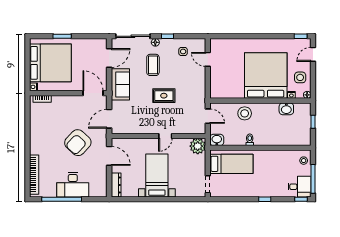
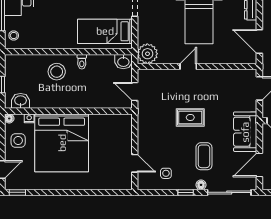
washbasin: (286, 109) -> (21, 101), moved
stool: (245, 113) -> (57, 72), moved

